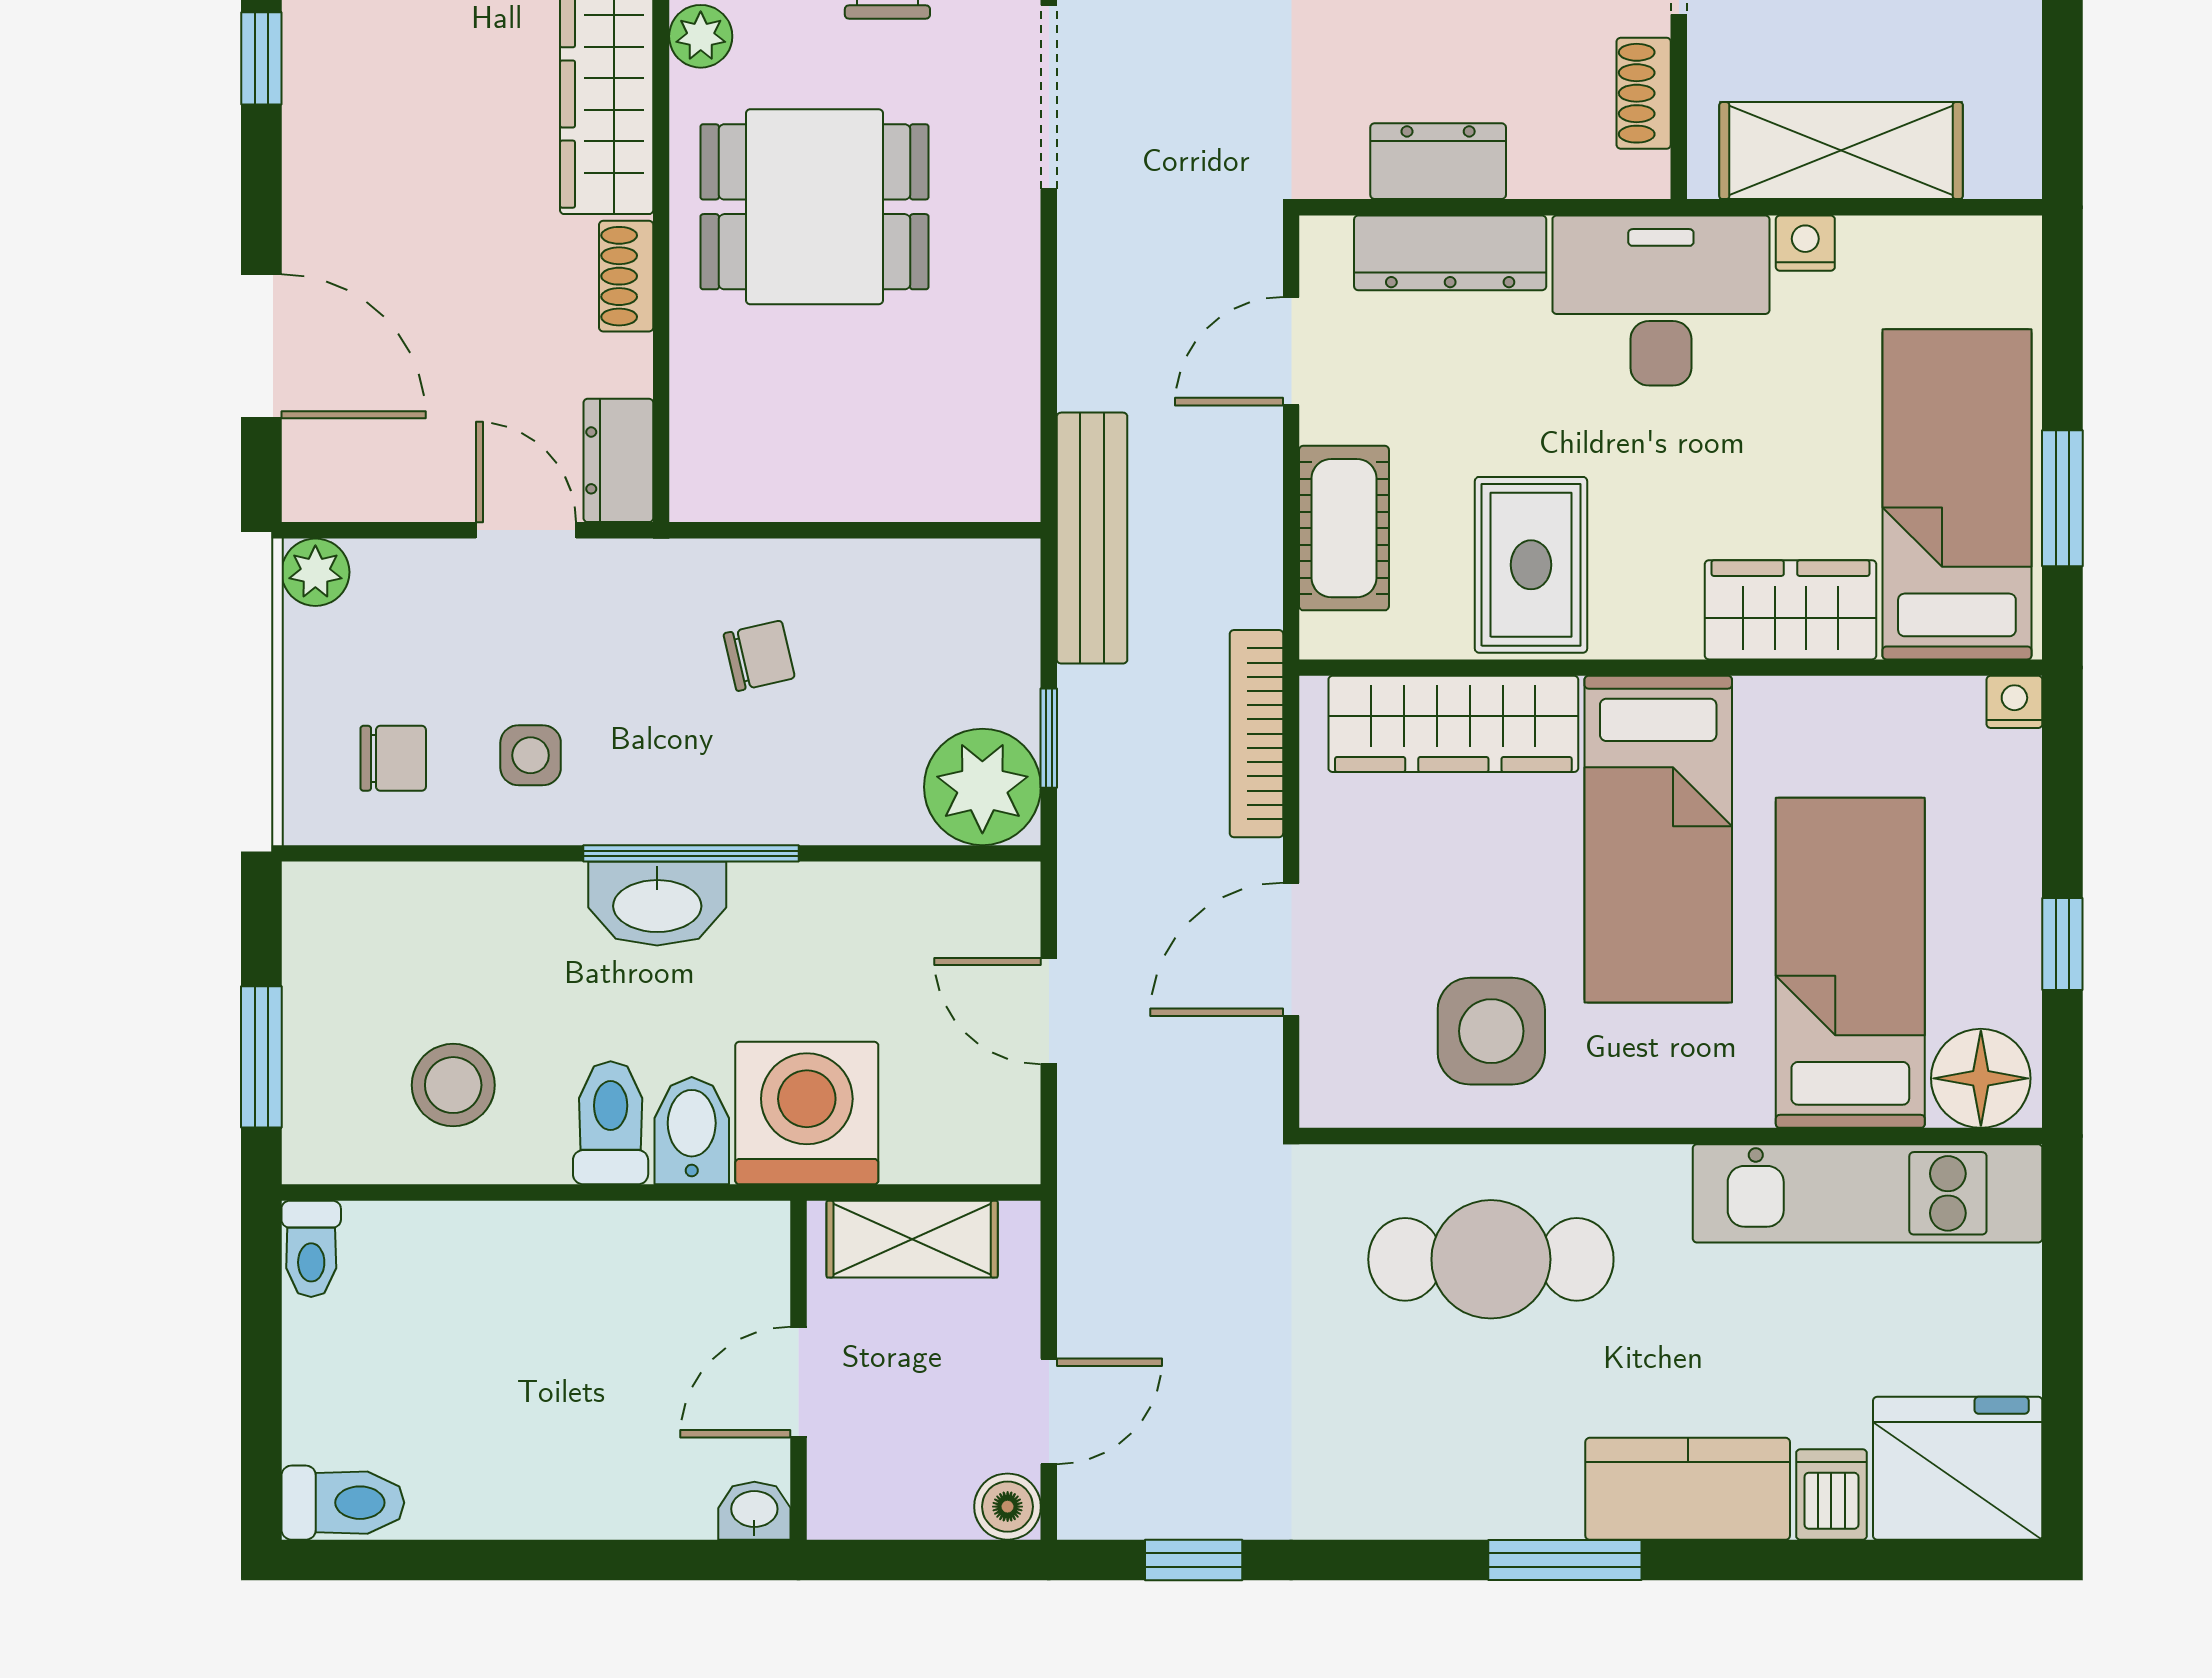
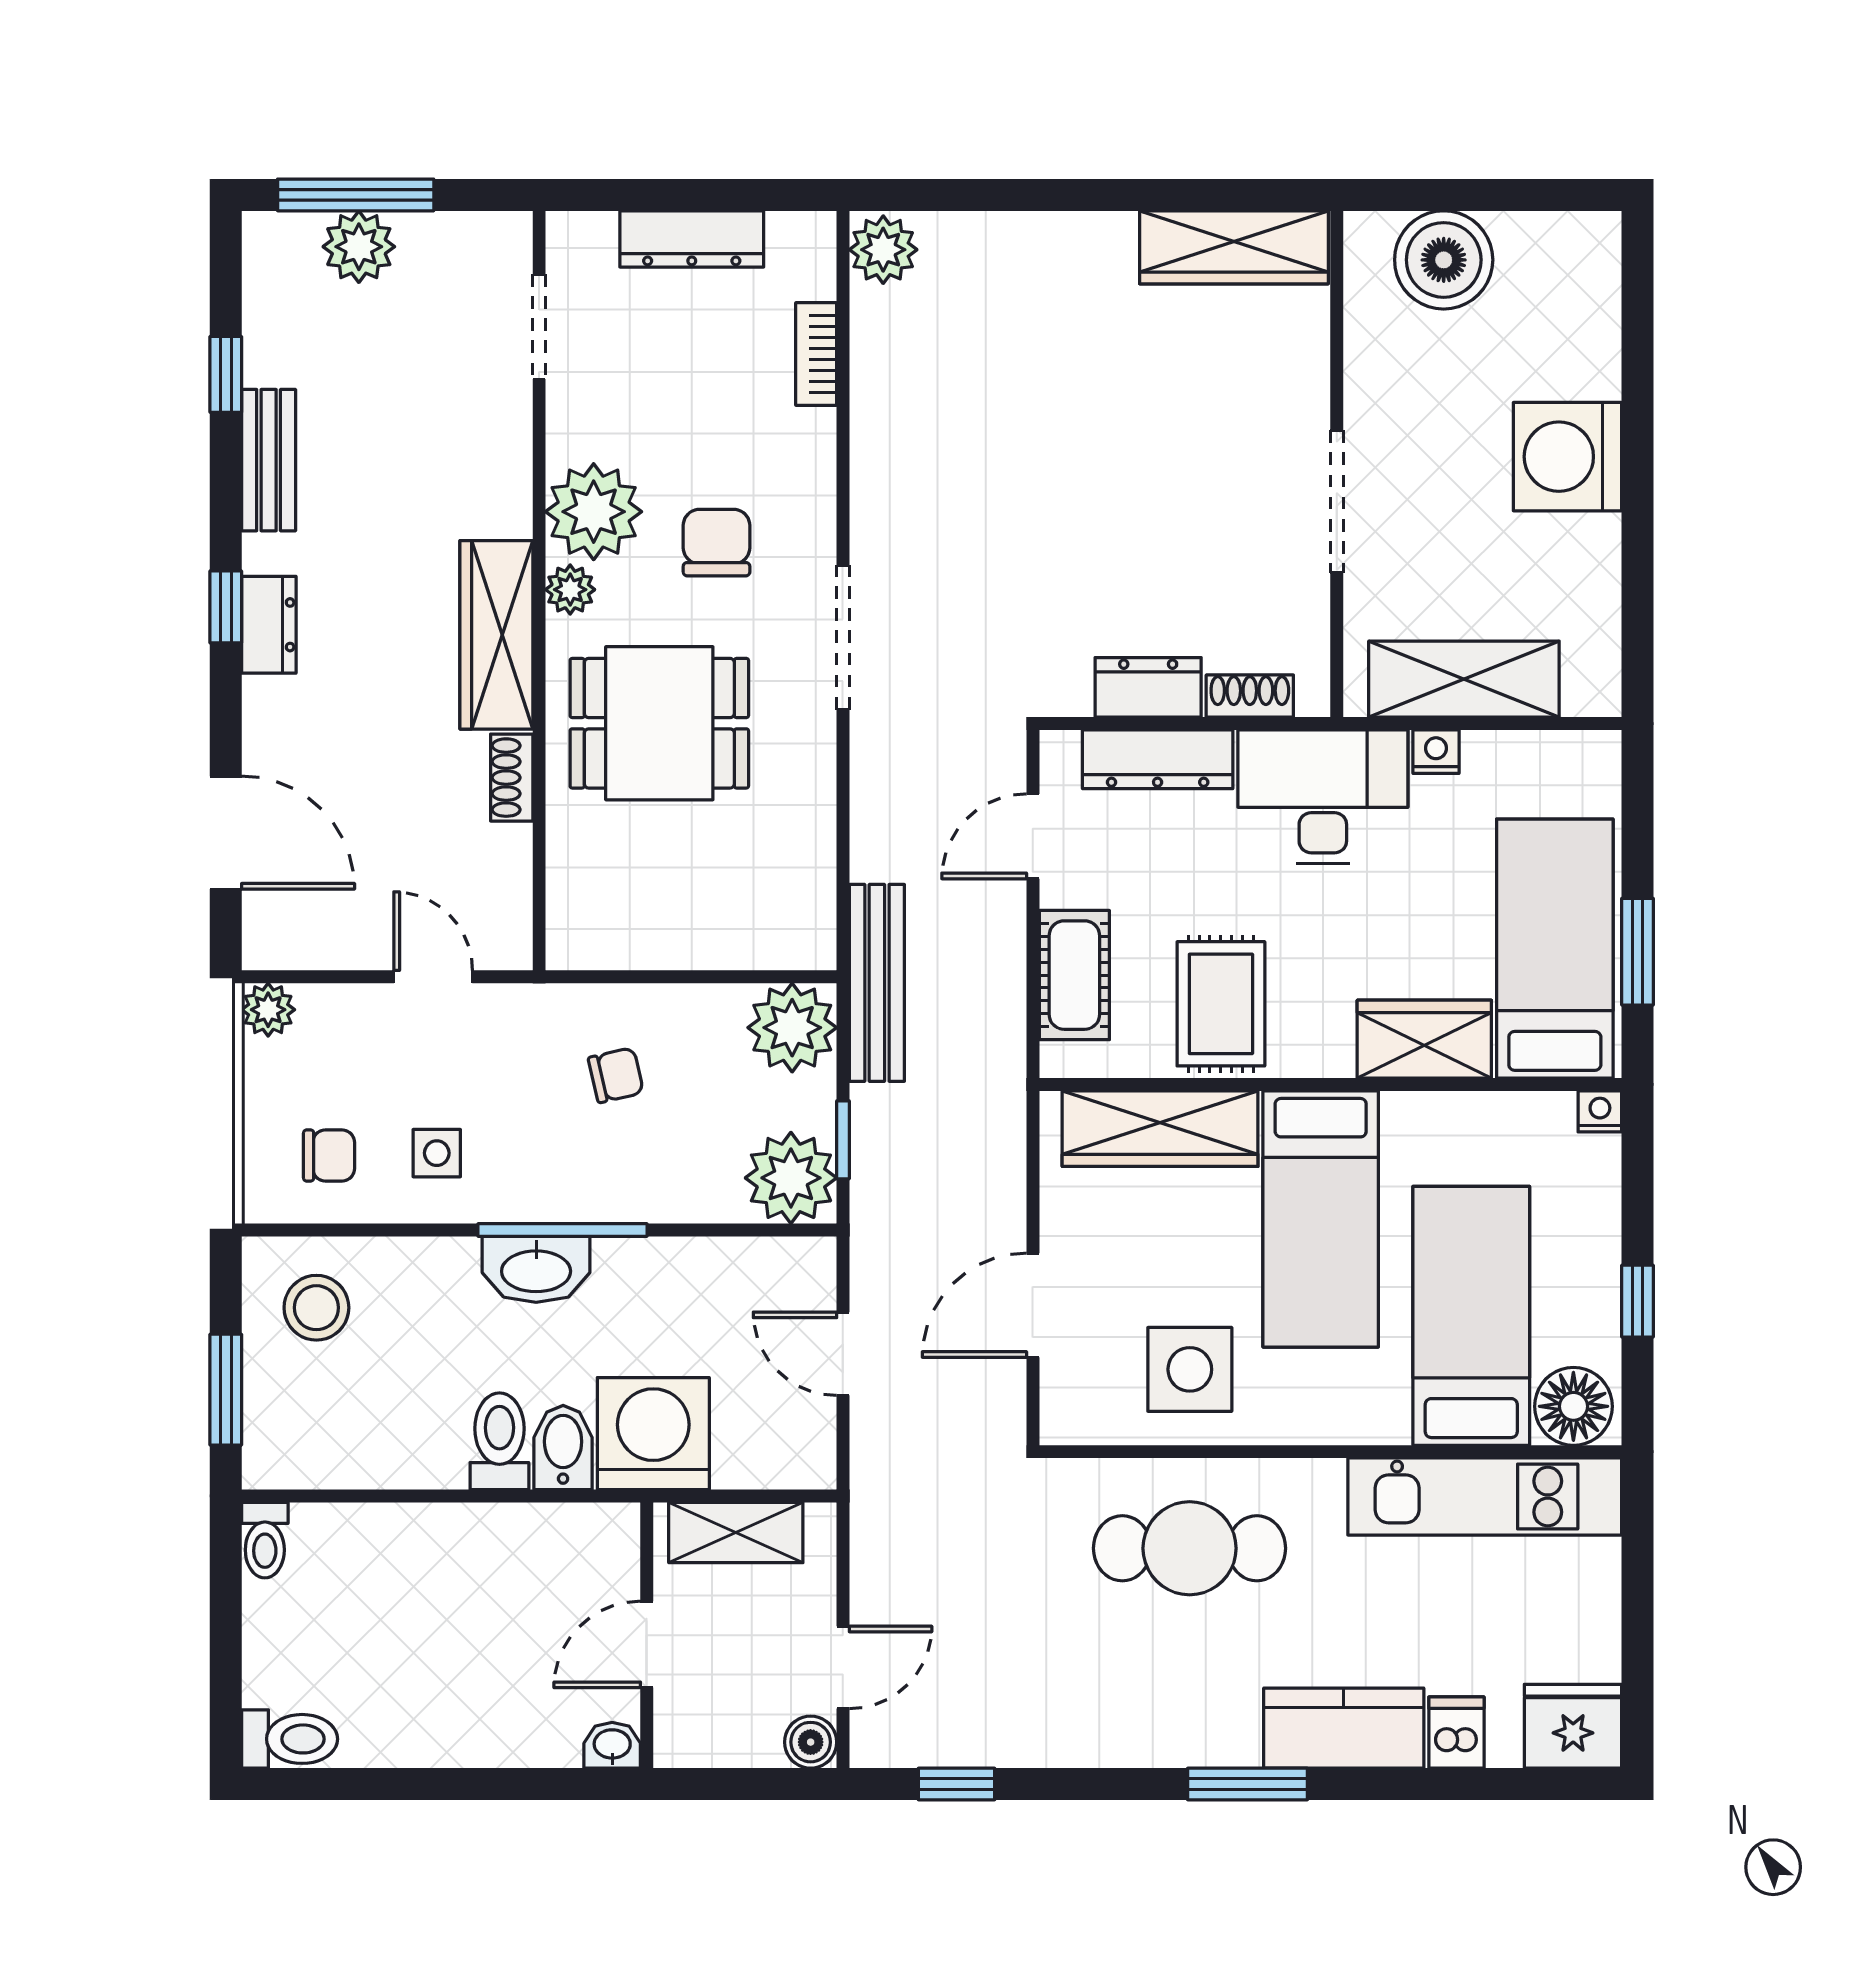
shoe rack: (1644, 93) -> (1250, 696), moved, turned 90
dresser: (618, 460) -> (269, 625), moved, turned 180
plant: (984, 595) -> (792, 1028), added
bookcase: (1256, 734) -> (1006, 1136), removed
stool: (453, 1085) -> (316, 1308), moved
fridge: (1958, 1468) -> (1573, 1726), width x0.73, depth x0.75

